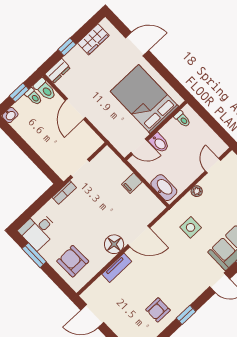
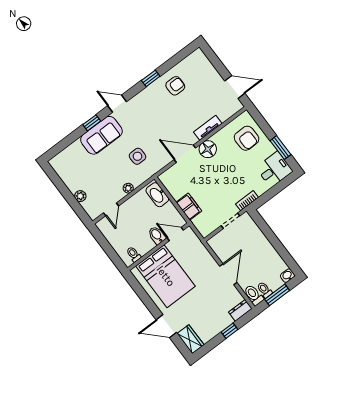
wardrobe: (93, 39) -> (190, 339), moved, turned 90
window: (19, 93) -> (277, 295), width x1.50
filing cabinet: (132, 183) -> (189, 207), width x2.00

